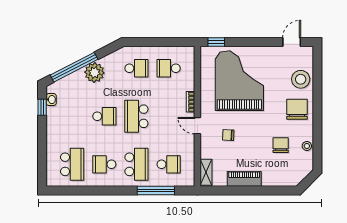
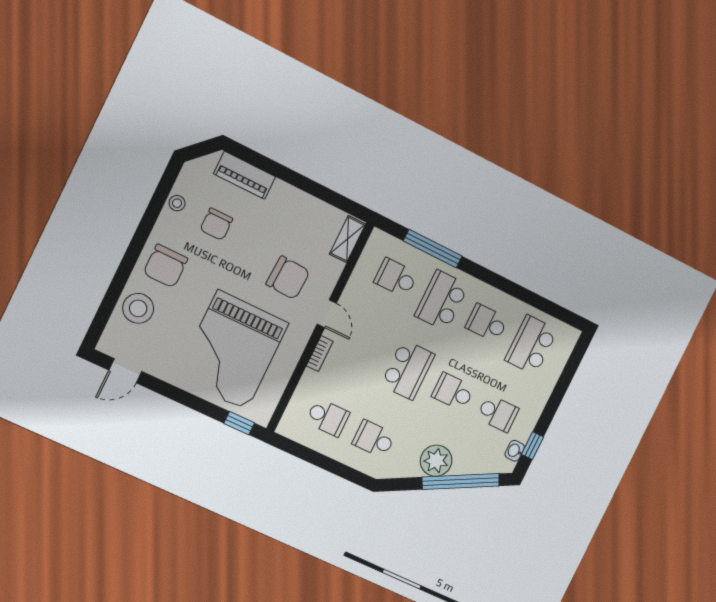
school desk: (72, 116) -> (498, 413), added
chair: (228, 135) -> (288, 278), width x1.87, depth x1.87
school desk: (104, 164) -> (487, 323), turned 180
piano: (244, 179) -> (245, 175), moved

